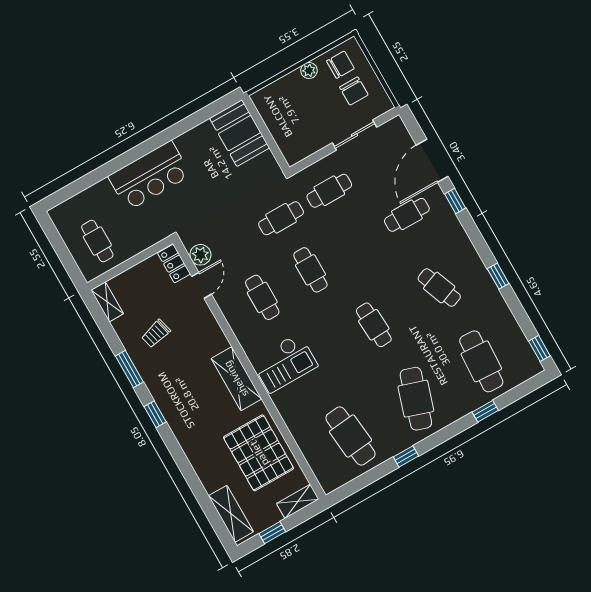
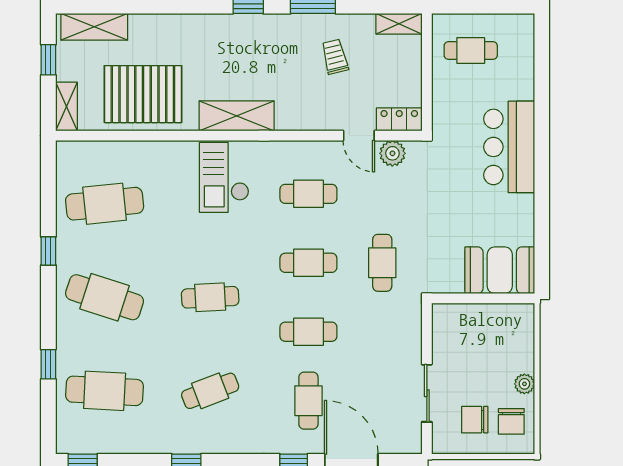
cafe table: (329, 191) -> (308, 332), moved, turned 90

